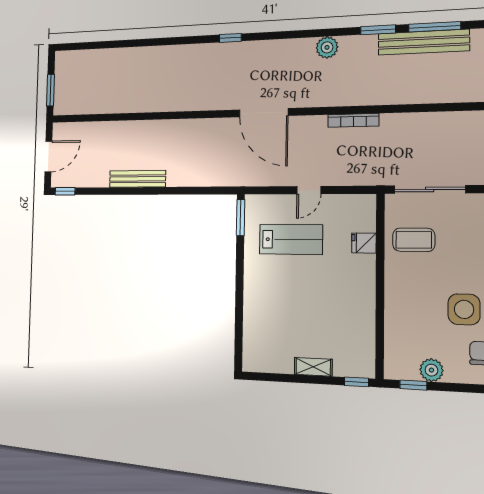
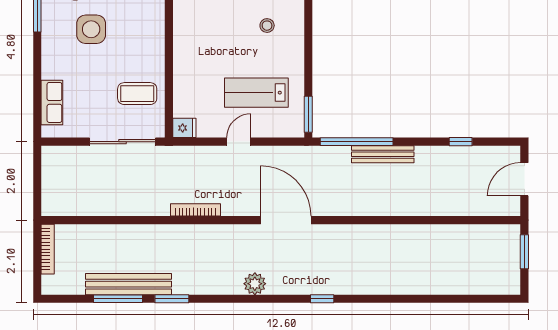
plant: (327, 47) -> (255, 284), moved
bench: (137, 179) -> (383, 154), moved
window: (65, 191) -> (461, 142), moved
window: (196, 191) -> (357, 142), added
fridge: (364, 243) -> (184, 128), moved
stool: (279, 307) -> (267, 26), added

